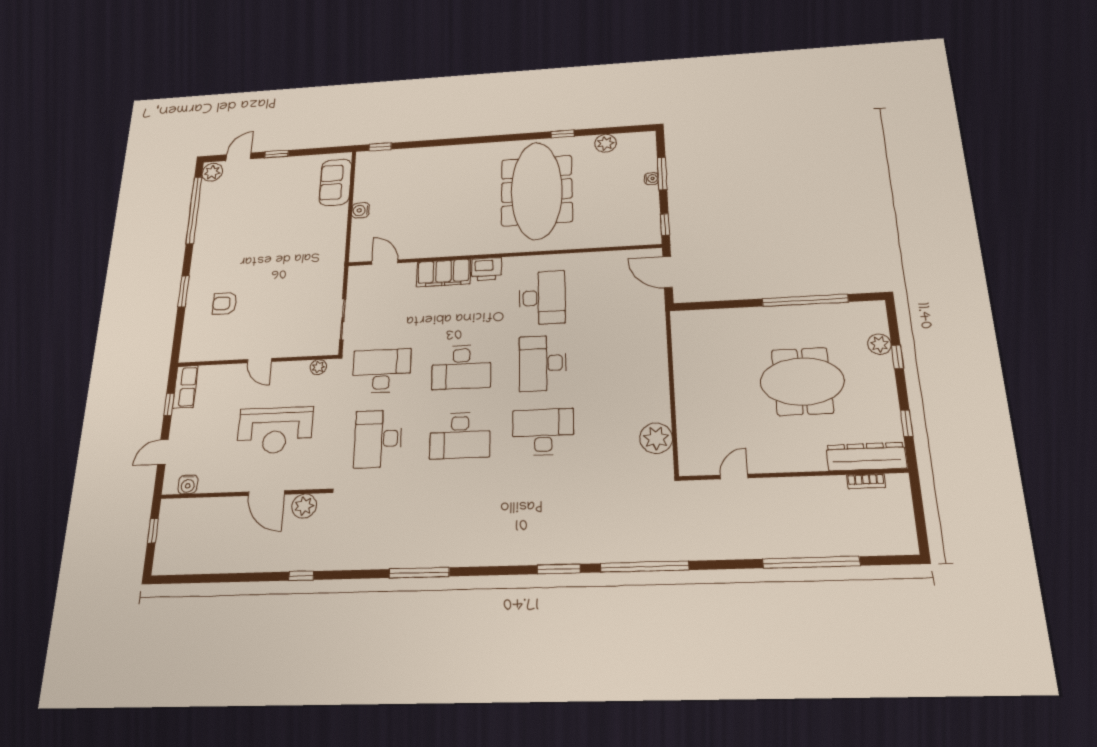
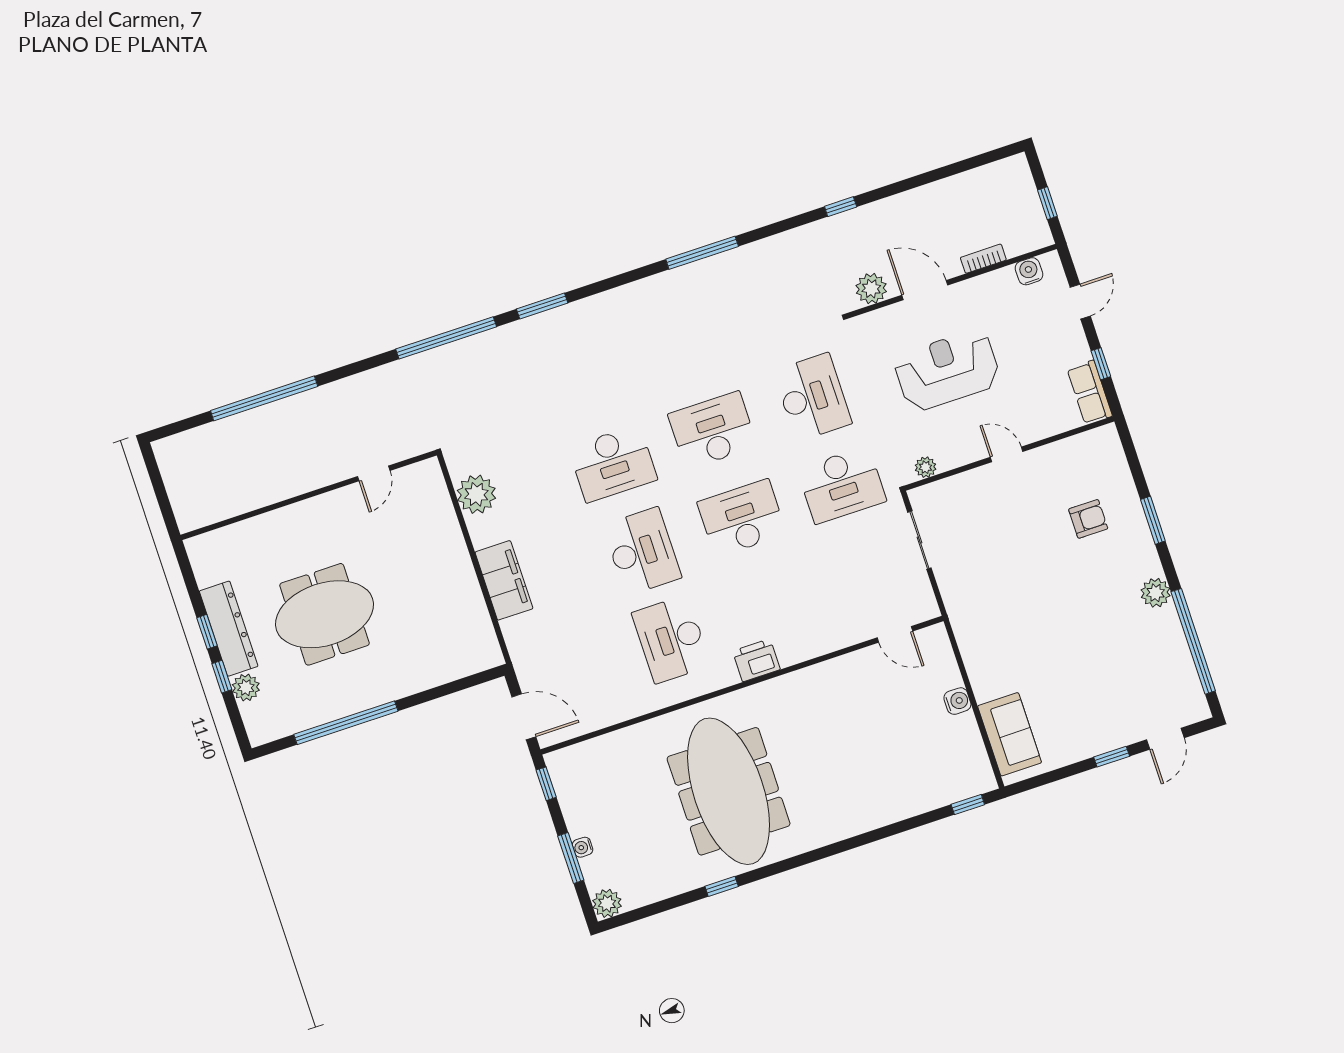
plant: (606, 143) -> (607, 903), moved
plant: (212, 172) -> (1156, 593), moved
filing cabinet: (444, 273) -> (504, 580), moved, turned 90
window: (907, 423) -> (207, 632), moved
dresser: (866, 457) -> (229, 629), moved, turned -90
bookcase: (866, 481) -> (983, 259), moved

